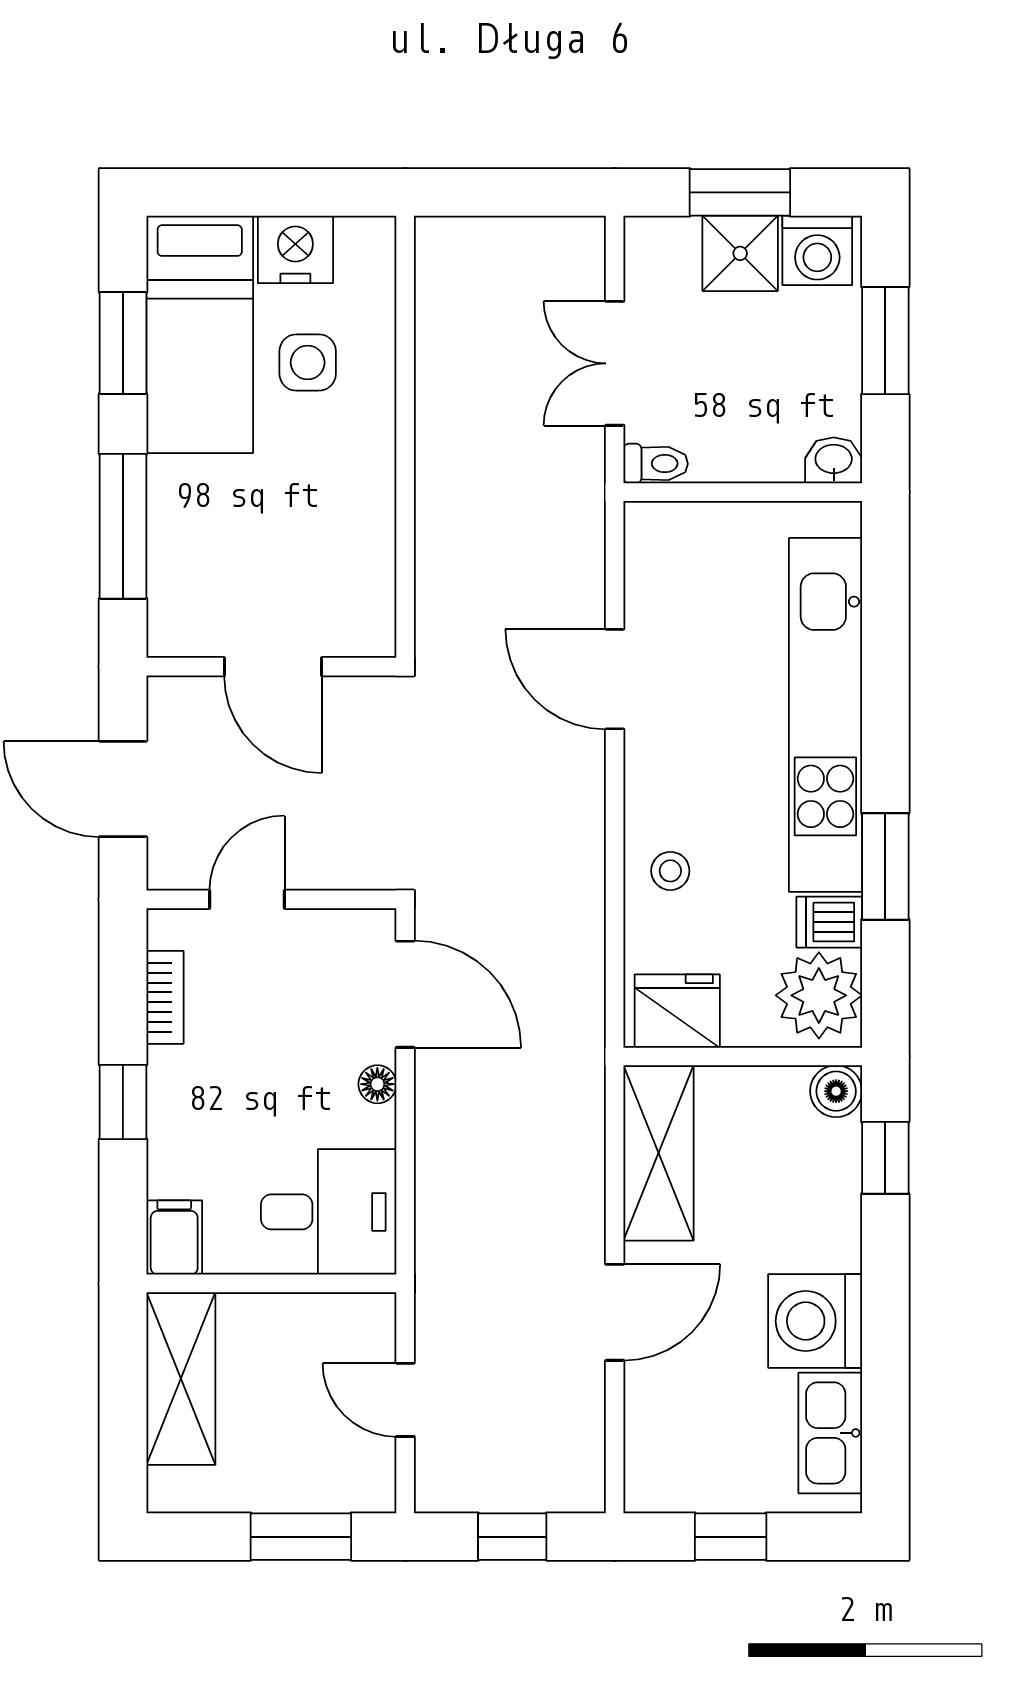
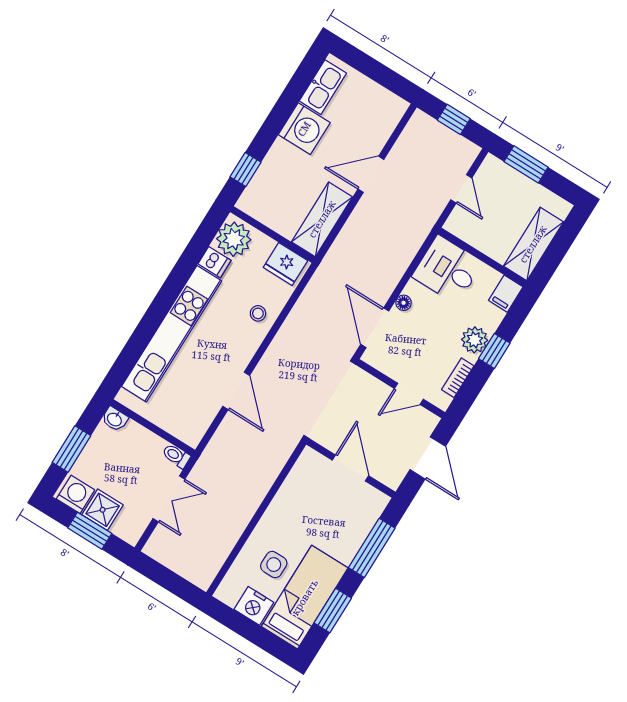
window: (885, 866) -> (183, 269), removed
boiler: (836, 1091) -> (248, 203), removed
plant: (179, 1099) -> (475, 340), added
window: (731, 1537) -> (379, 73), removed

